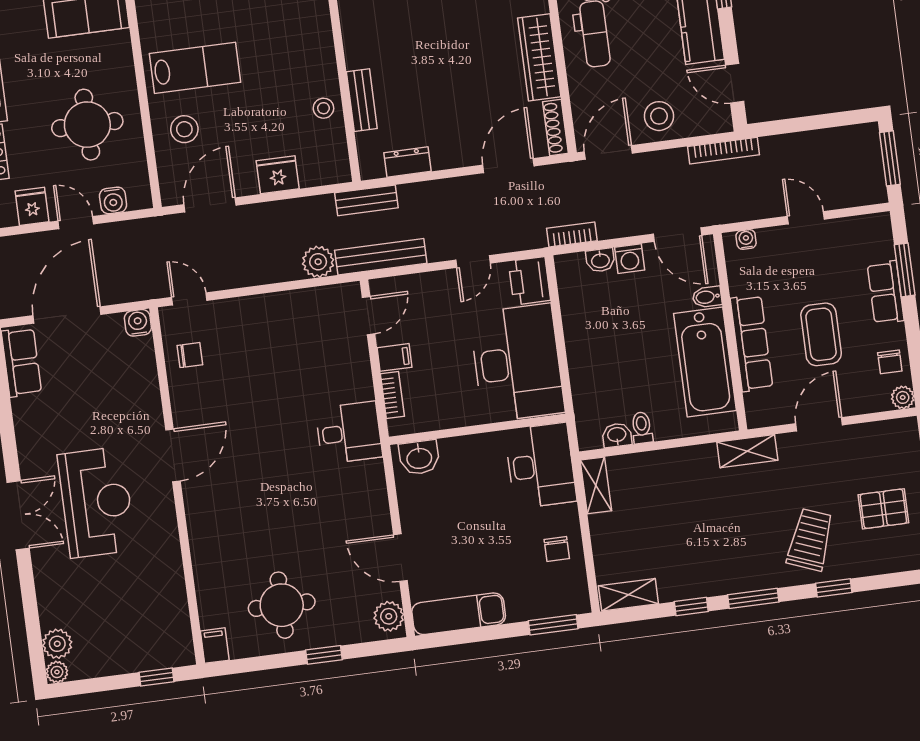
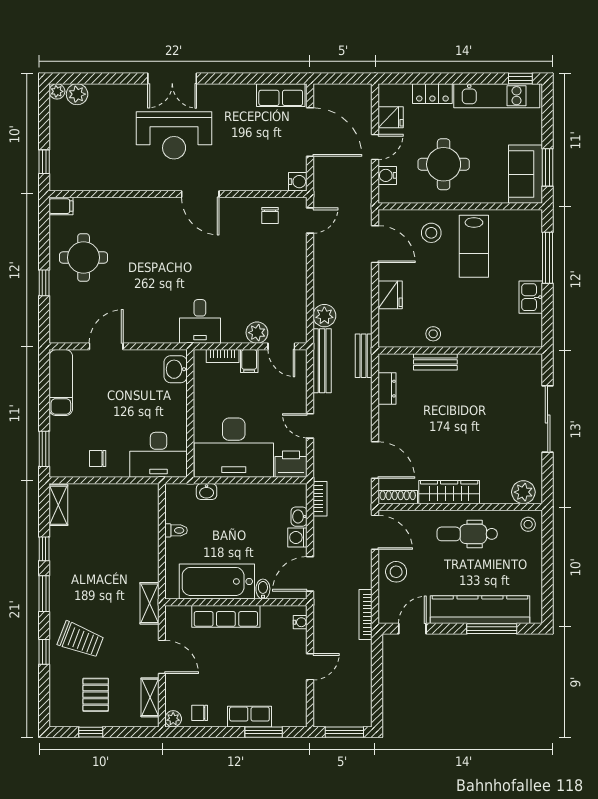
coffee table: (821, 334) -> (226, 667), removed
washbasin: (617, 435) -> (207, 492), moved, turned 90
shelving: (596, 485) -> (150, 697), moved, turned 90
plant: (389, 616) -> (257, 333), moved

